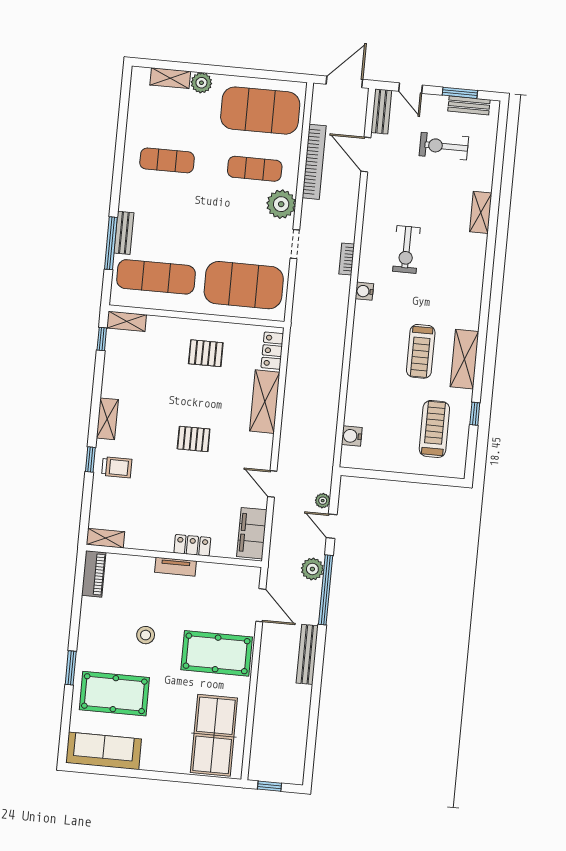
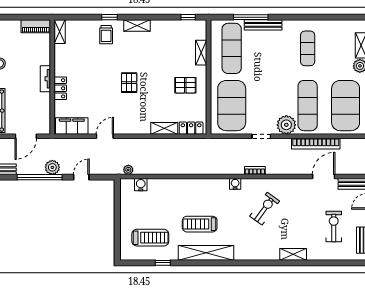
exercise mat: (255, 169) -> (308, 106), width x1.36, depth x1.45
bench: (124, 233) -> (263, 25), width x1.36
exercise bike: (406, 249) -> (265, 209), turned 126
shelving: (127, 321) -> (201, 53), moved
pallet: (206, 353) -> (185, 85), turned 90
shelving: (464, 359) -> (206, 253), width x1.47
shelving: (265, 402) -> (164, 128), width x0.67, depth x0.75
plant: (323, 501) -> (128, 170), moved

